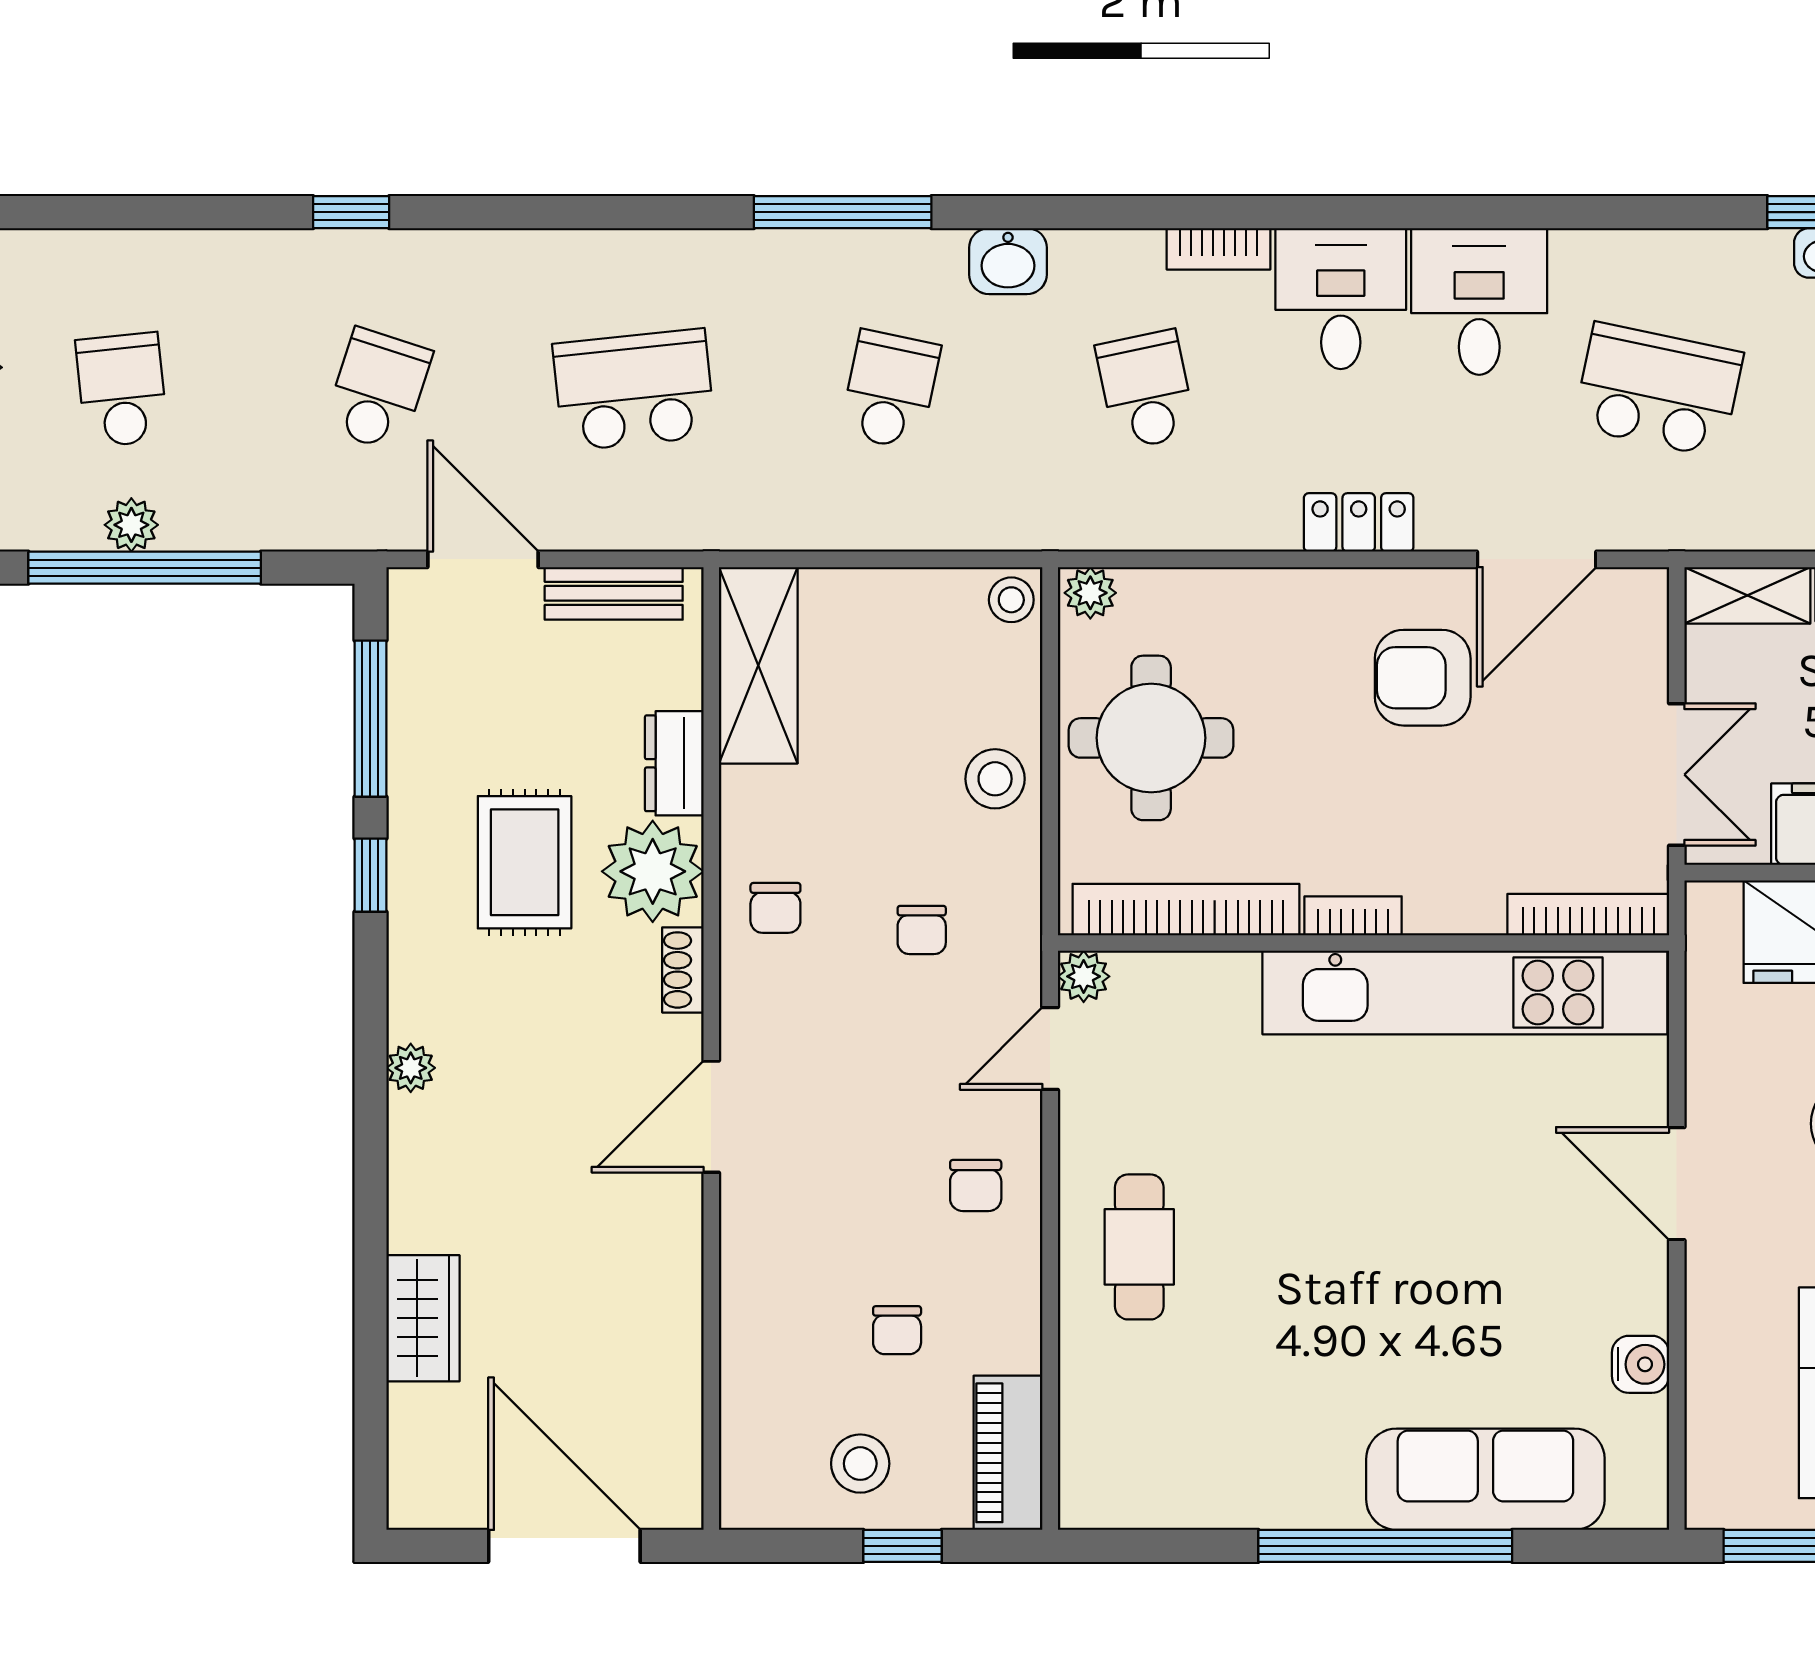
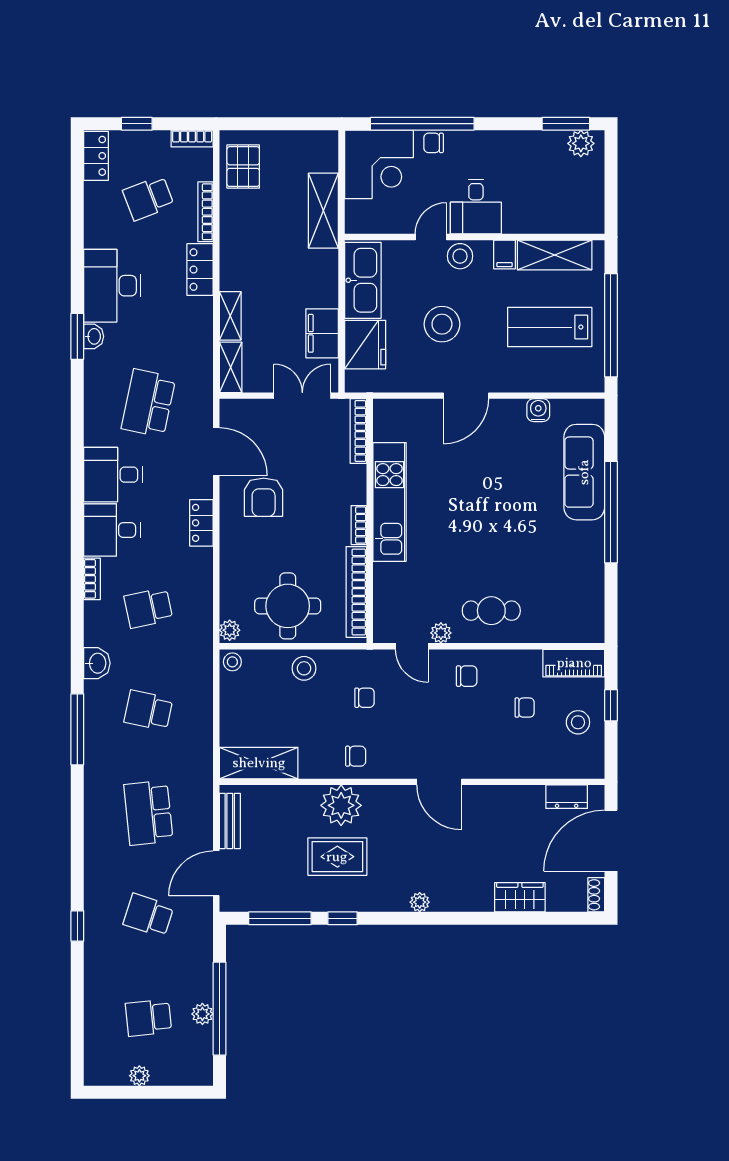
dresser: (674, 763) -> (567, 797), moved
shoe rack: (683, 970) -> (596, 895), moved, turned 90
plant: (1084, 976) -> (441, 633), moved
kitchen unit: (1465, 992) -> (390, 502), width x0.73

